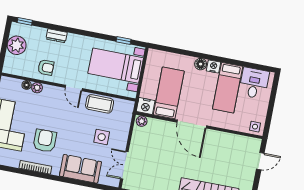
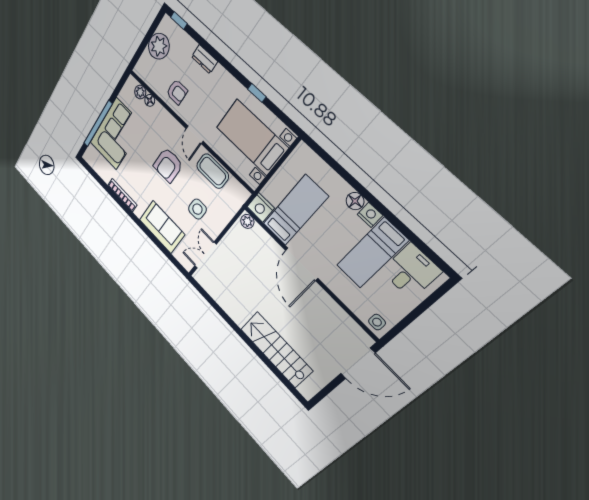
window: (124, 41) -> (257, 93), moved
plant: (37, 88) -> (140, 92), moved
armchair: (45, 141) -> (168, 165), moved, turned 180
door: (260, 161) -> (358, 363), width x1.88

